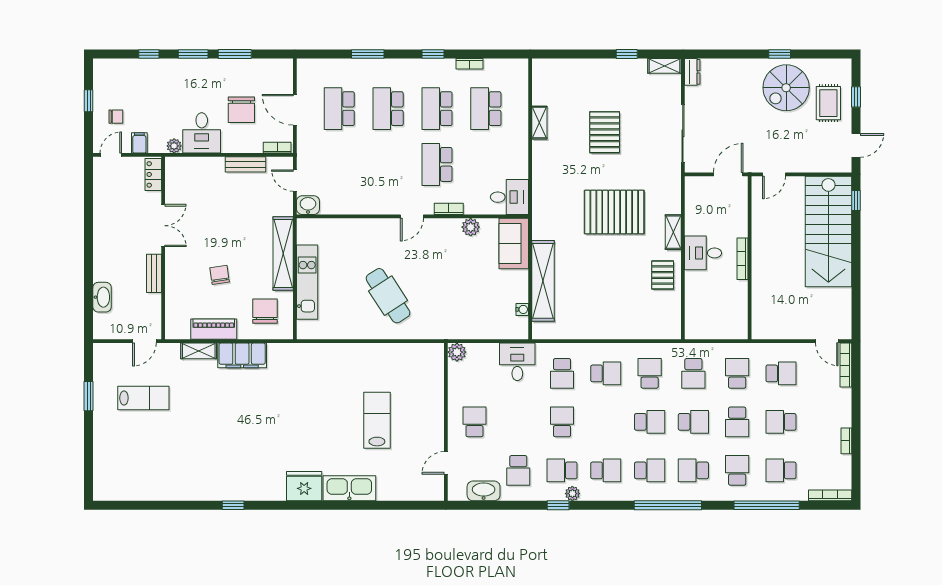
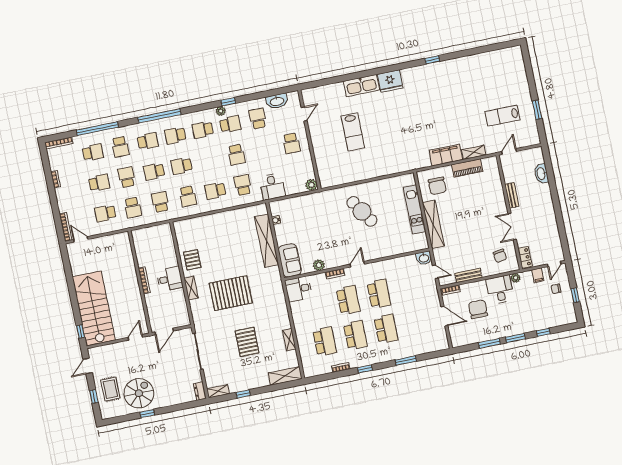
shelving: (557, 68) -> (285, 376), added
school desk: (339, 109) -> (379, 294), moved
chair: (220, 275) -> (500, 256), moved

